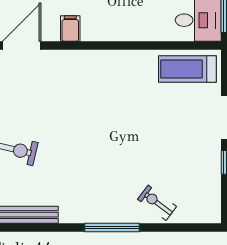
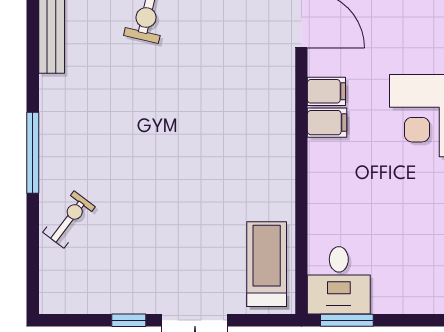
filing cabinet: (91, 28) -> (327, 123), added

